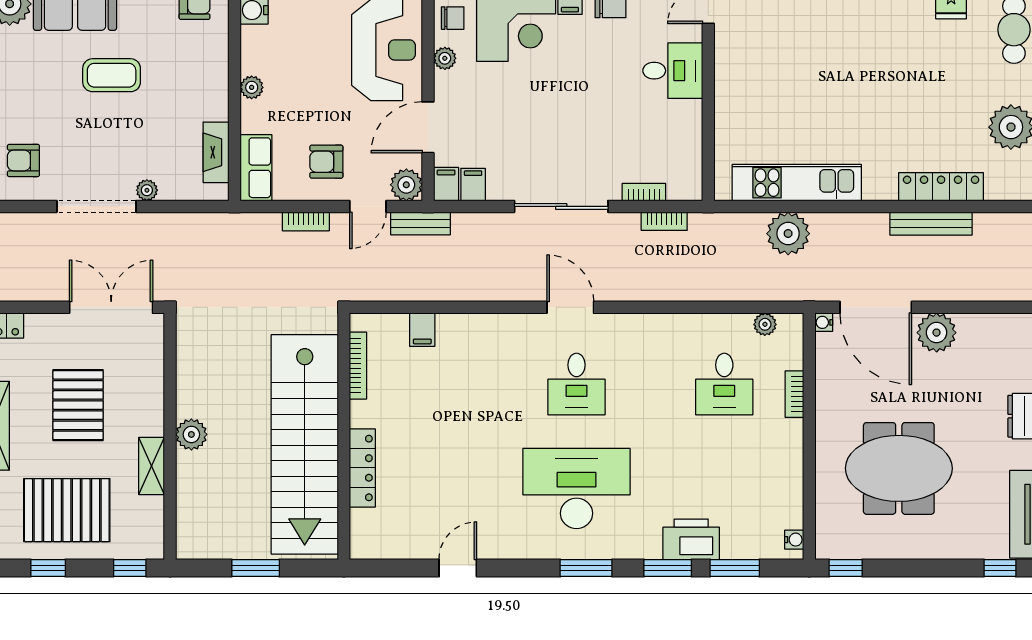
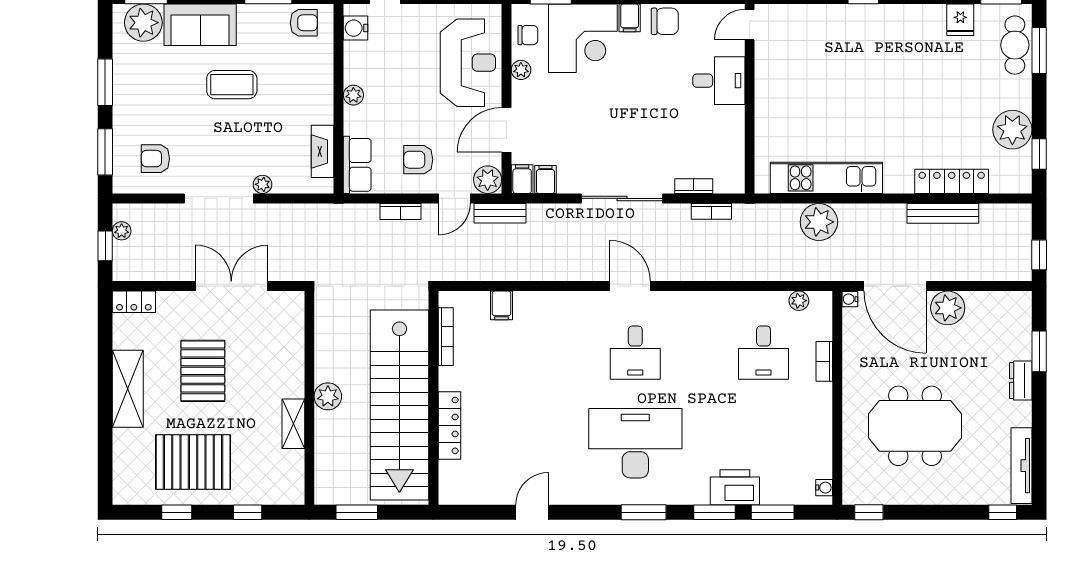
plant: (191, 434) -> (328, 396), moved
wall: (170, 436) -> (309, 398), moved
shelving: (152, 466) -> (293, 424), moved

